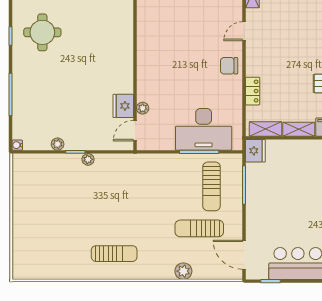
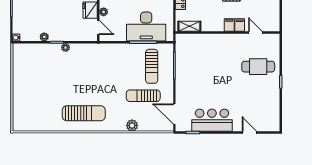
shelving: (299, 129) -> (213, 26), removed
door: (135, 131) -> (98, 28), swing flipped
fridge: (255, 151) -> (182, 42), removed
sun lounger: (114, 254) -> (84, 113), width x1.36, depth x1.34

